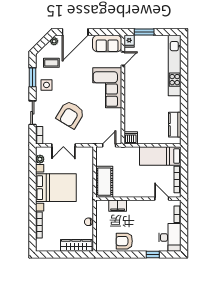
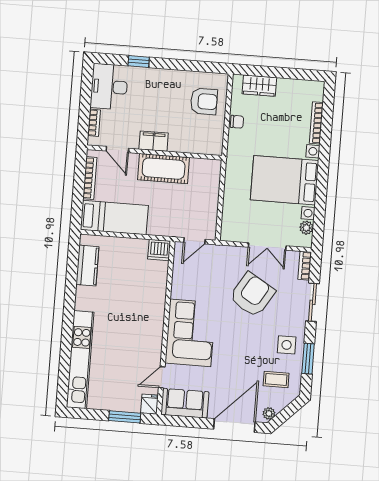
double door: (63, 145) -> (267, 247), swing flipped
cot: (104, 182) -> (164, 169), moved, turned 90
filing cabinet: (118, 206) -> (154, 141), moved
armchair: (124, 241) -> (204, 101), moved
wardrobe: (76, 245) -> (259, 86), width x0.67

